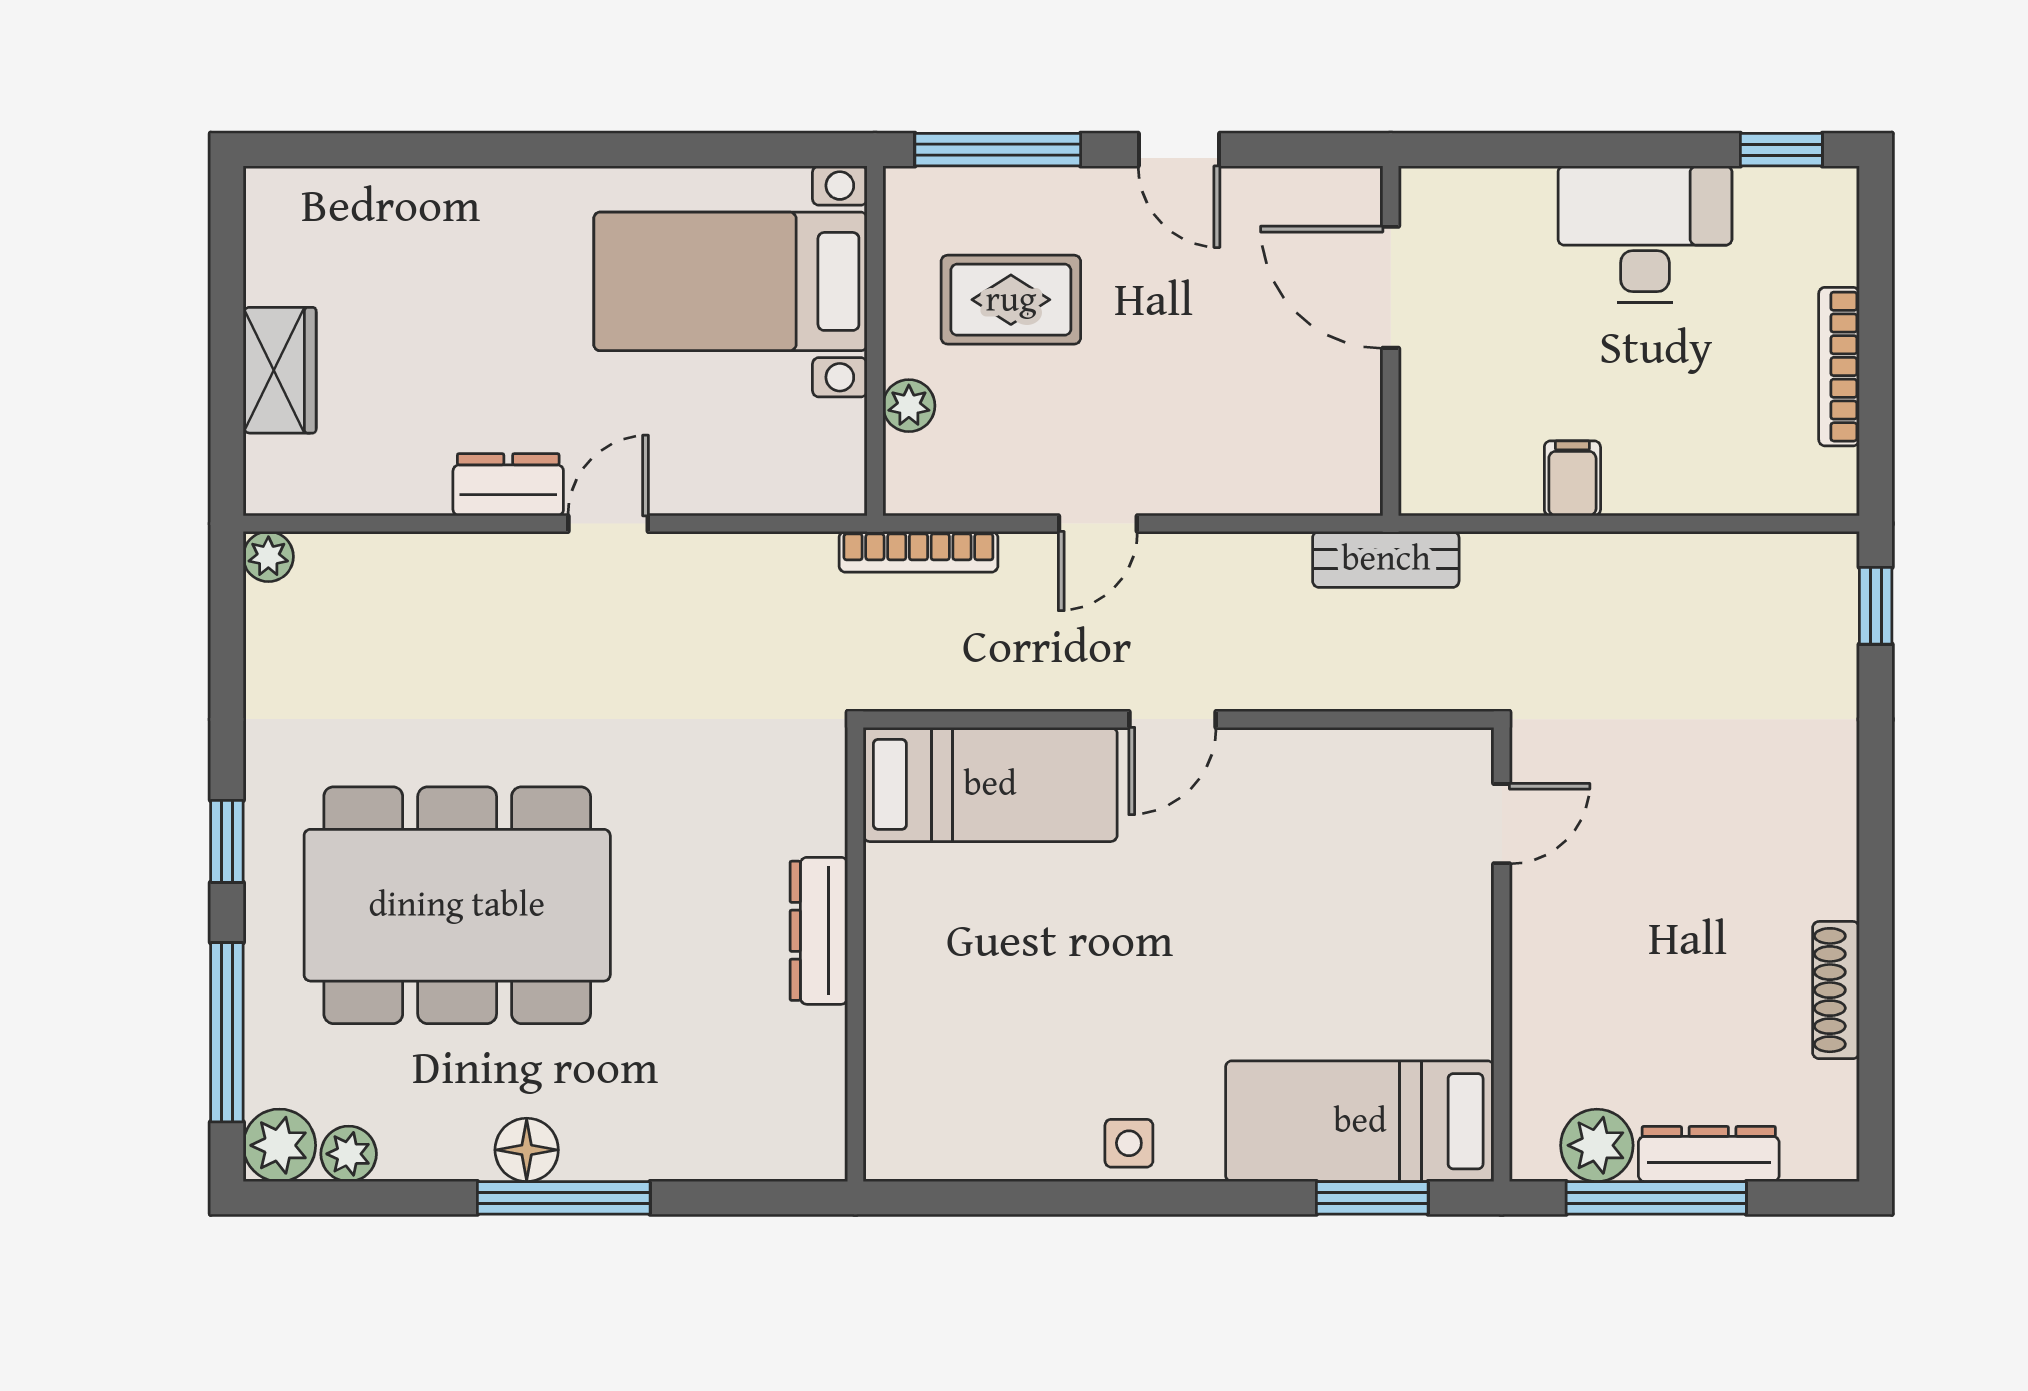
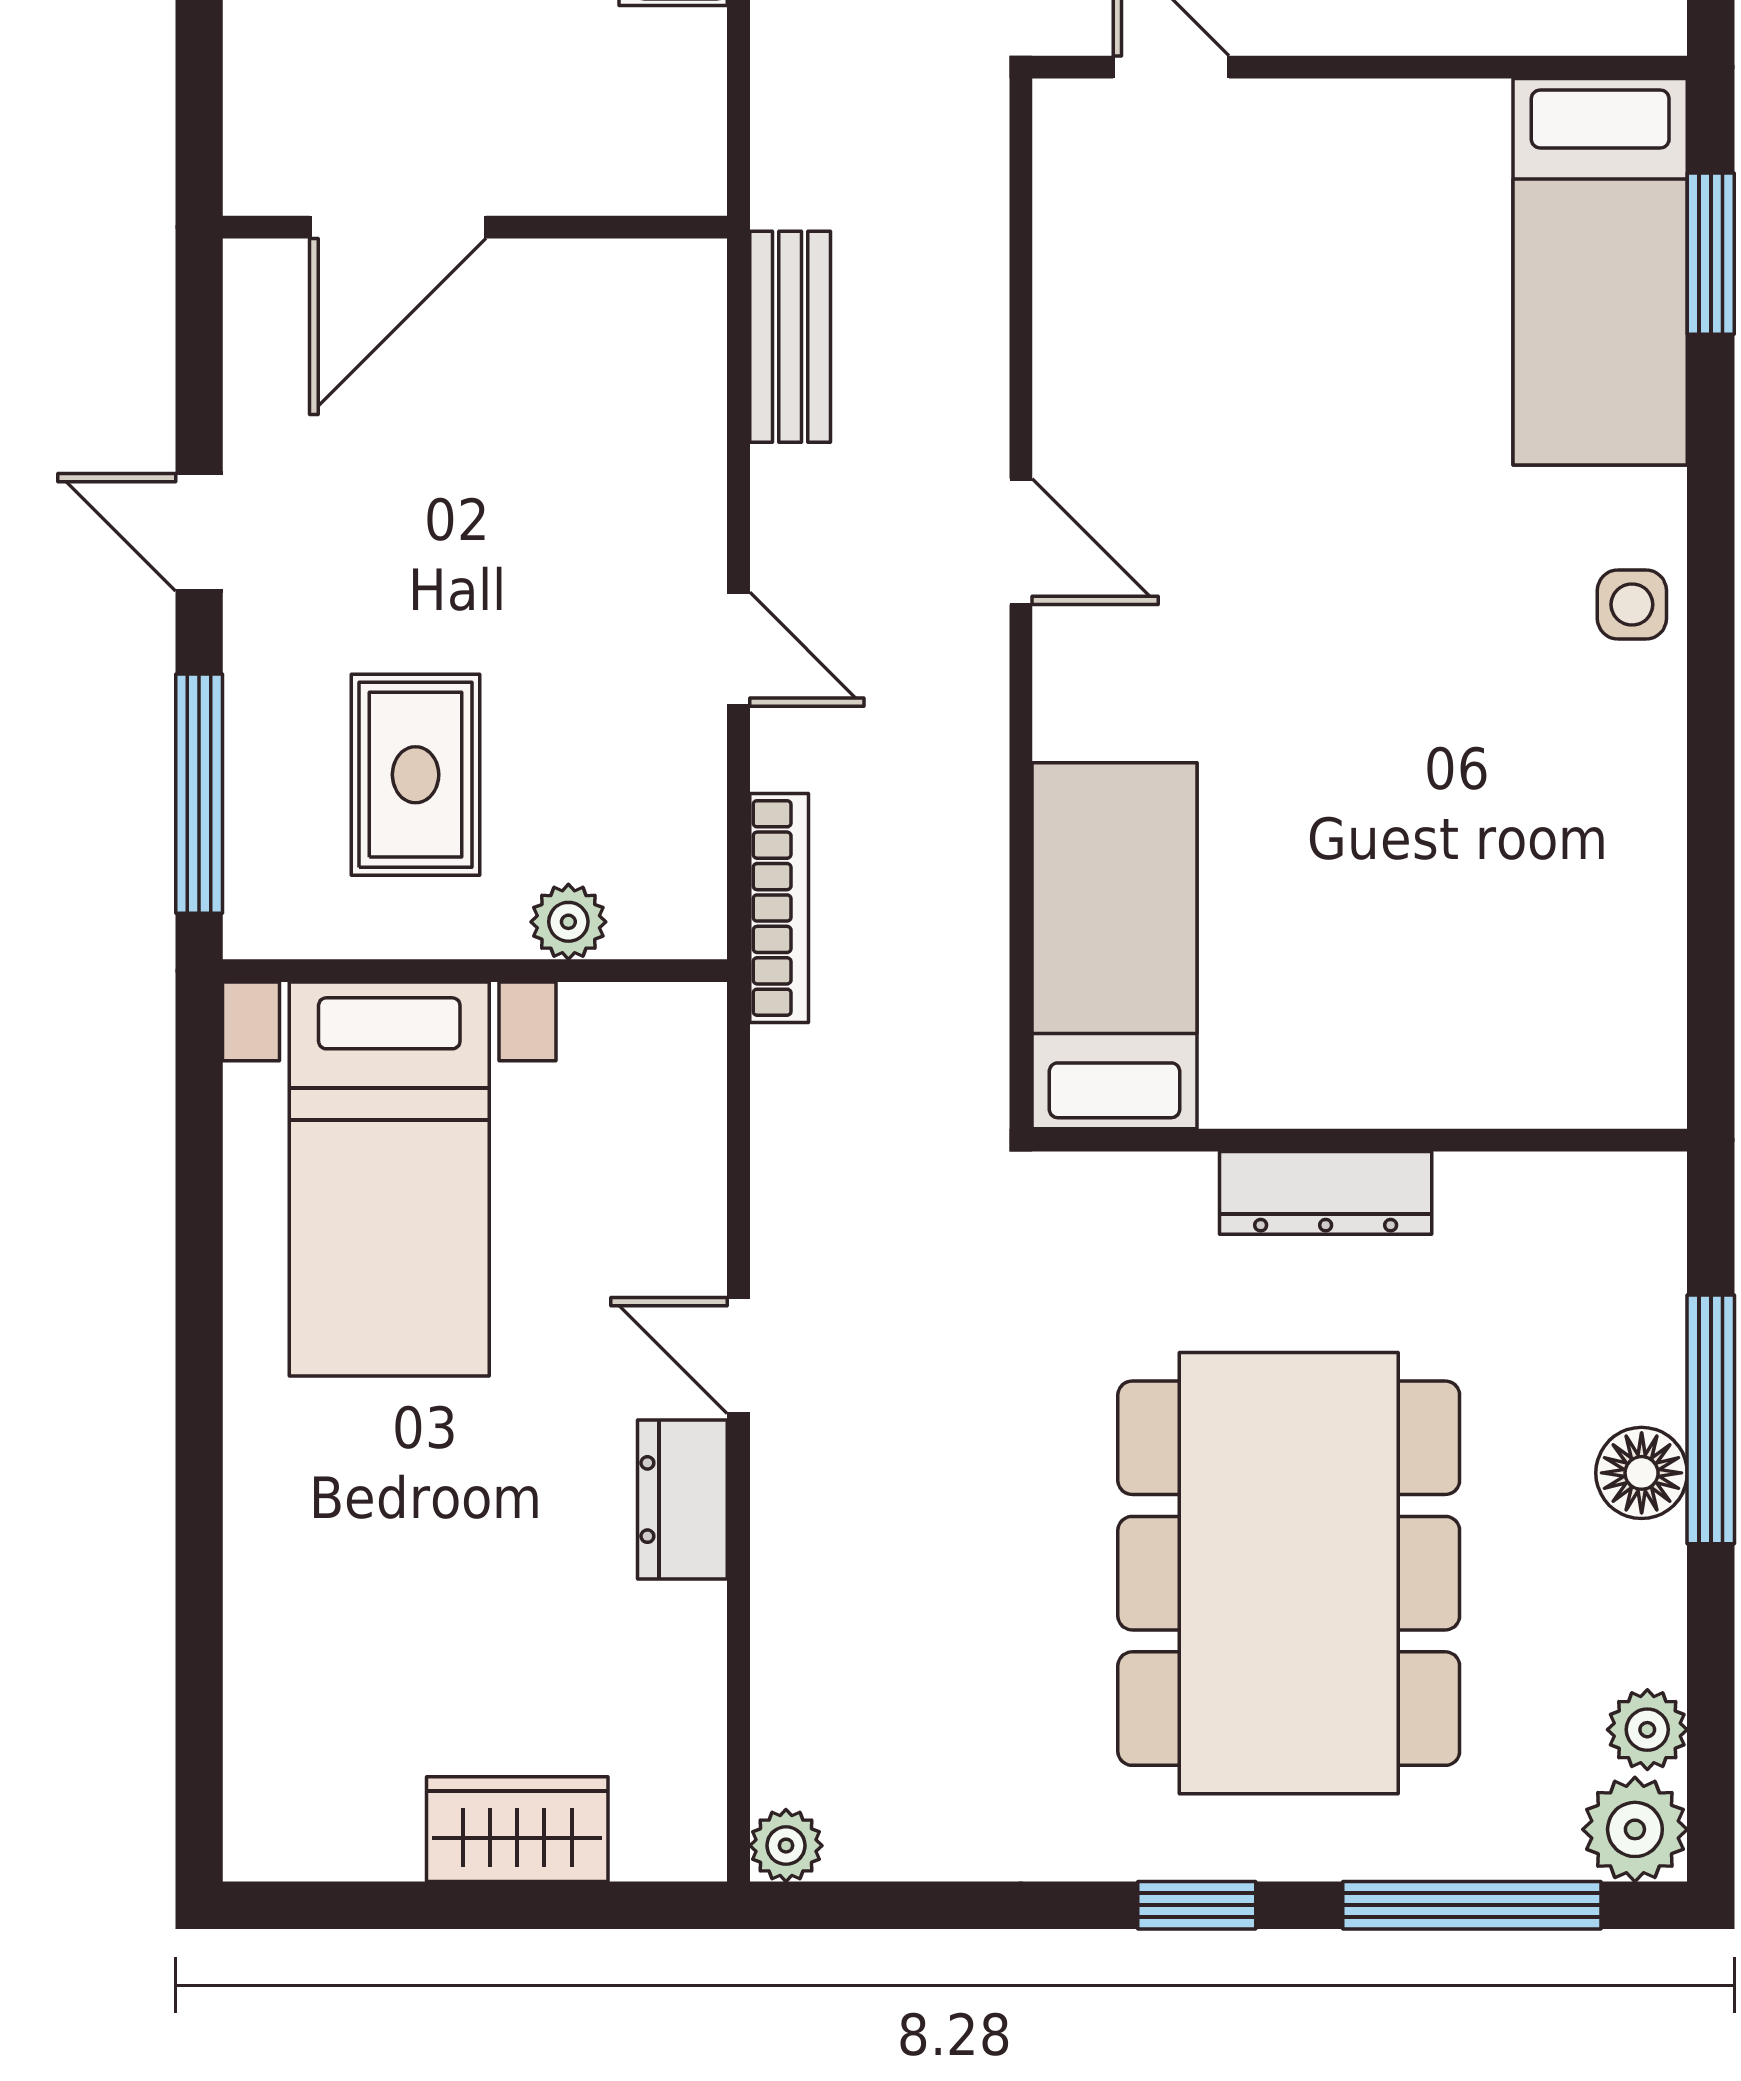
door: (1179, 150) -> (199, 532), swing flipped
bench: (1386, 559) -> (790, 337), moved
bed: (990, 784) -> (1115, 946), moved
dresser: (819, 931) -> (1326, 1193), moved
wall: (855, 954) -> (1360, 1140), moved

